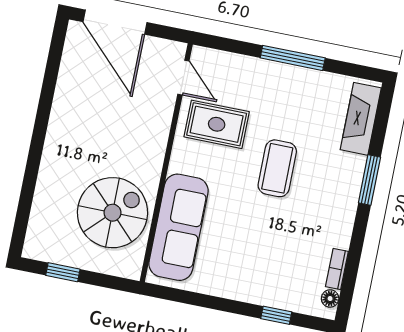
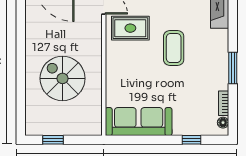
window: (369, 180) -> (233, 68), moved
spiral stairs: (113, 213) -> (63, 78), moved, turned -90
sofa: (178, 227) -> (139, 122), moved, turned -90

